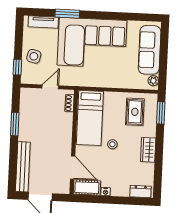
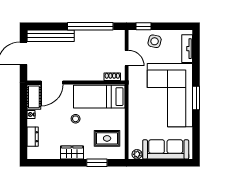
window: (67, 14) -> (196, 98), moved
window: (161, 113) -> (97, 163), moved
window: (15, 124) -> (90, 26), width x2.11
dresser: (140, 192) -> (33, 137), moved

